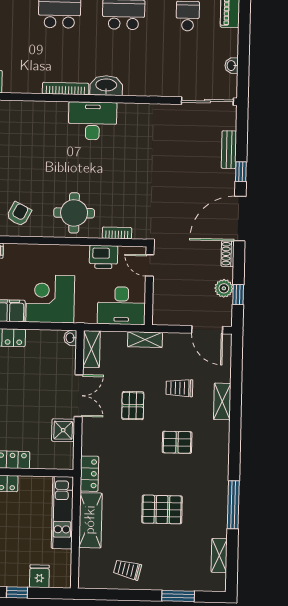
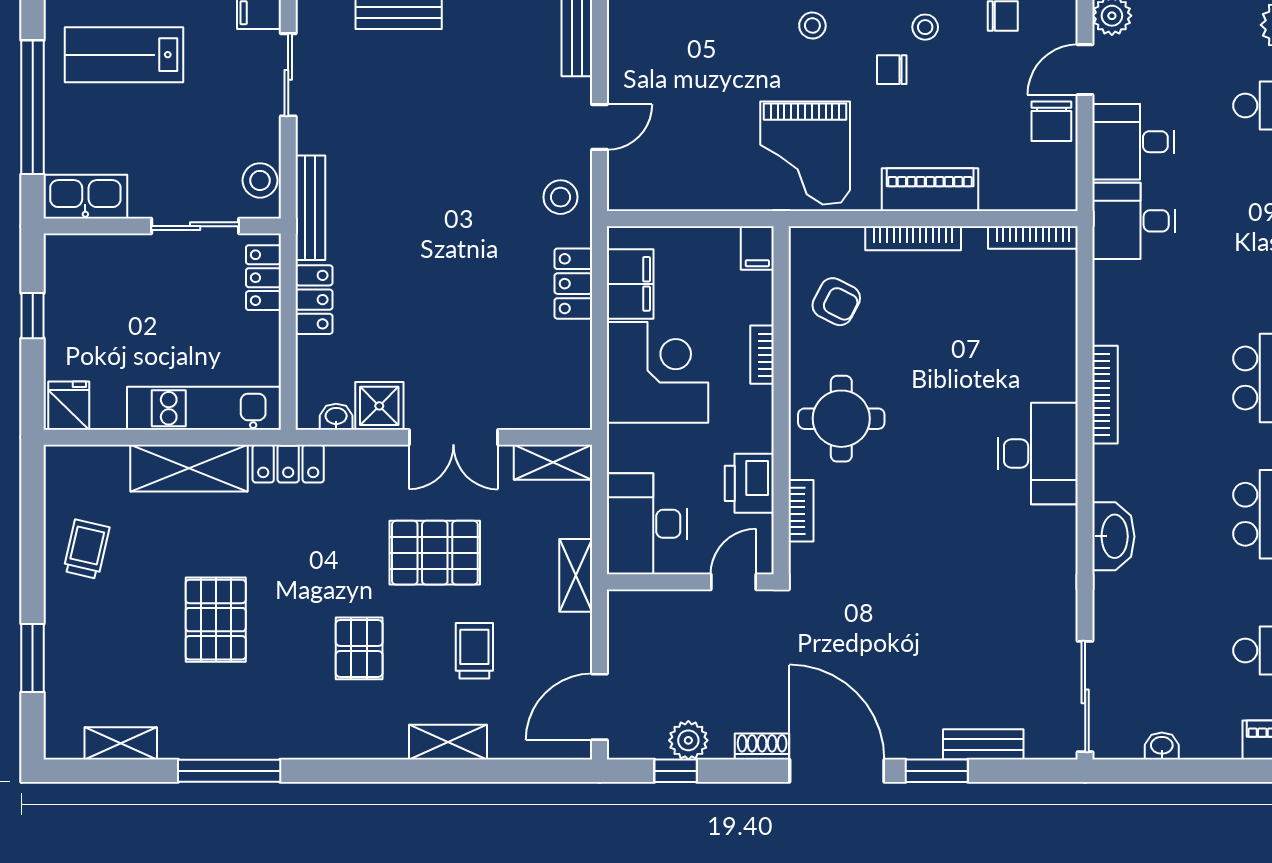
washbasin: (106, 86) -> (1113, 536), moved
window: (241, 172) -> (937, 771), width x1.50
bookcase: (43, 250) -> (762, 355), added
washbasin: (70, 338) -> (336, 417), moved
pallet: (133, 406) -> (435, 553), width x1.50, depth x1.42
fridge: (39, 576) -> (69, 406), moved, turned -90

